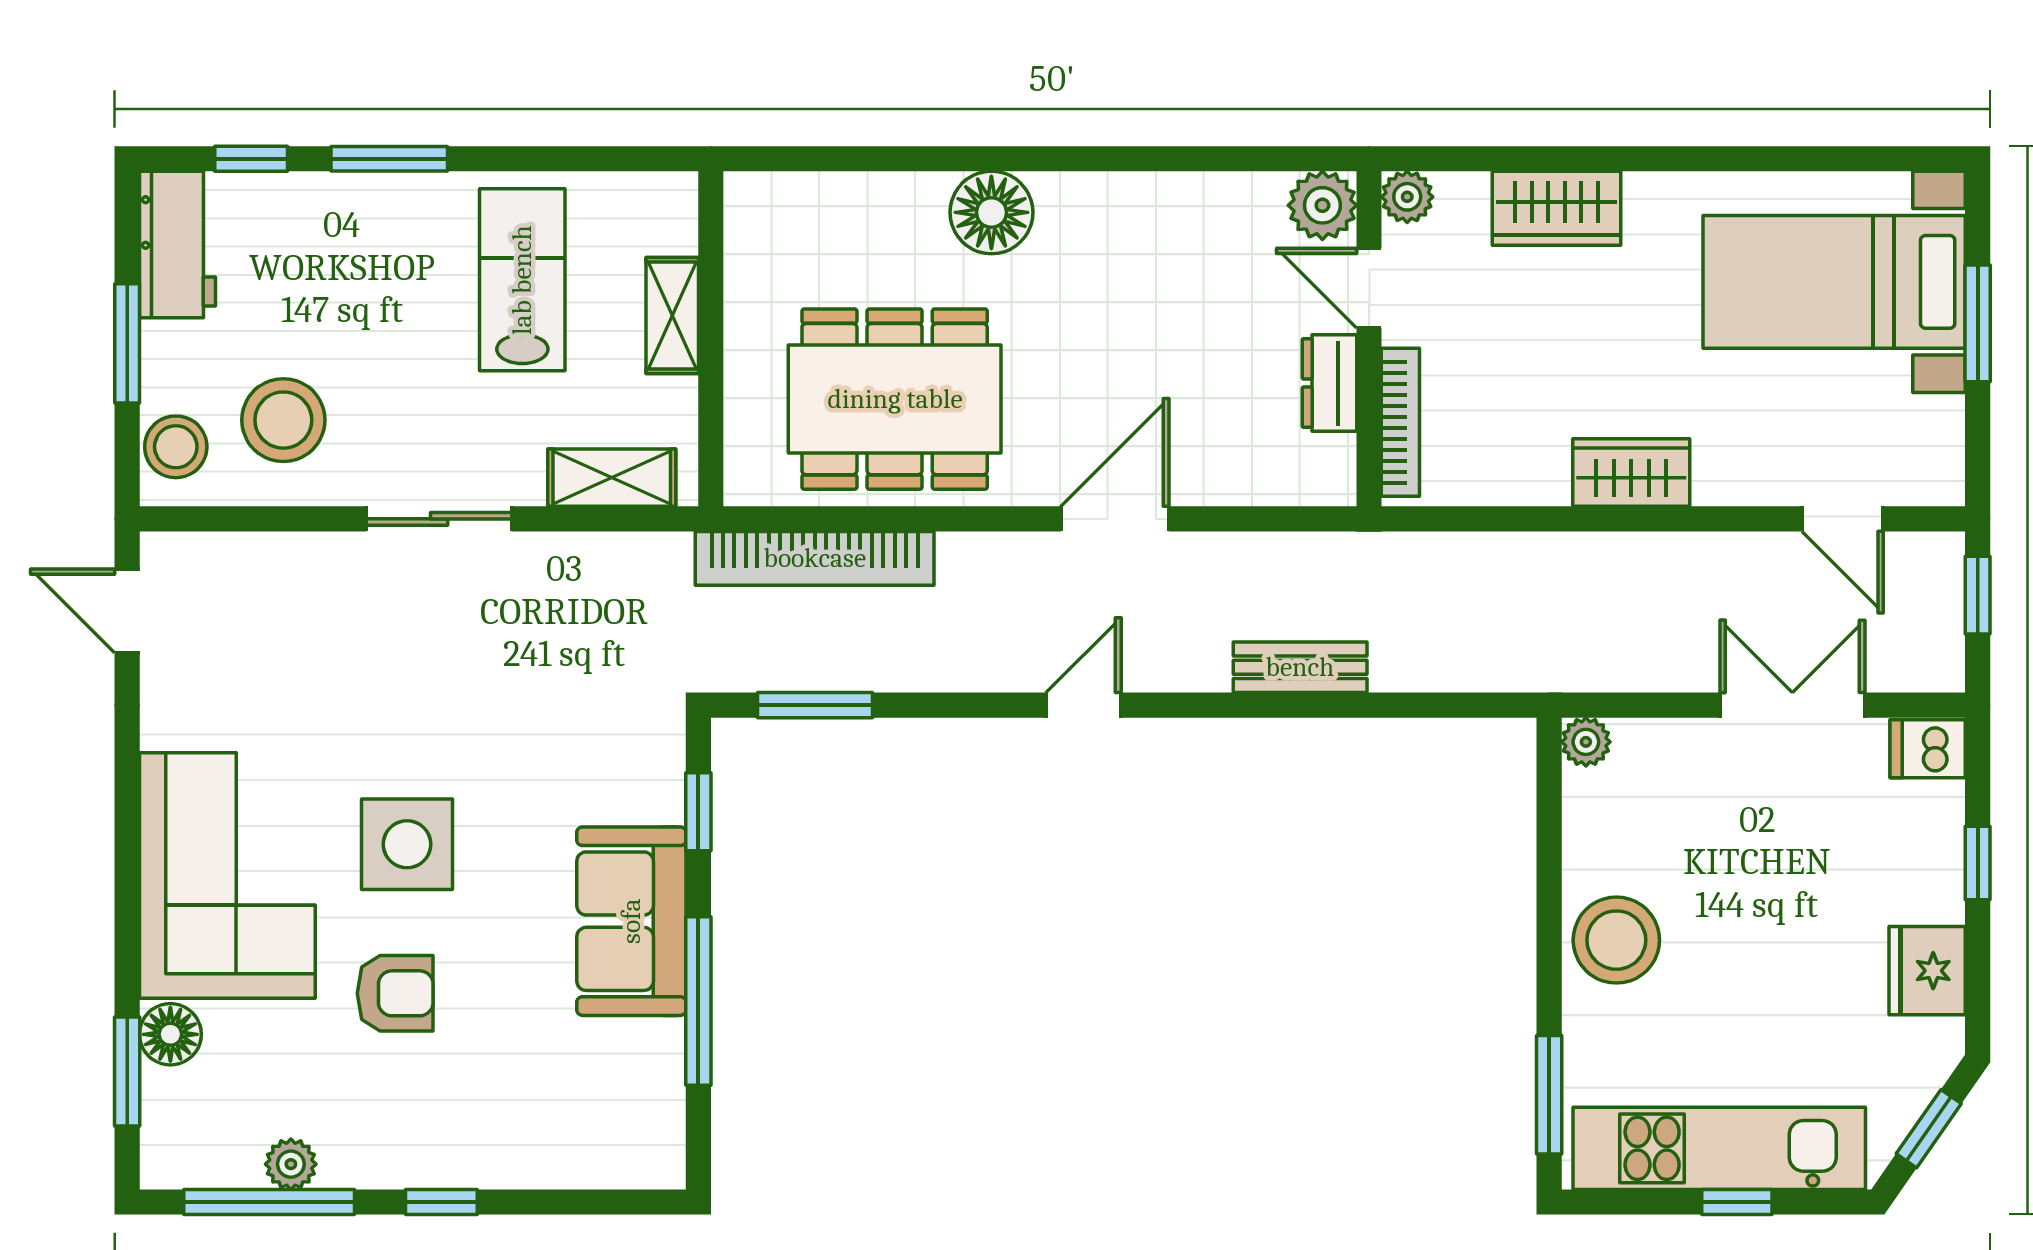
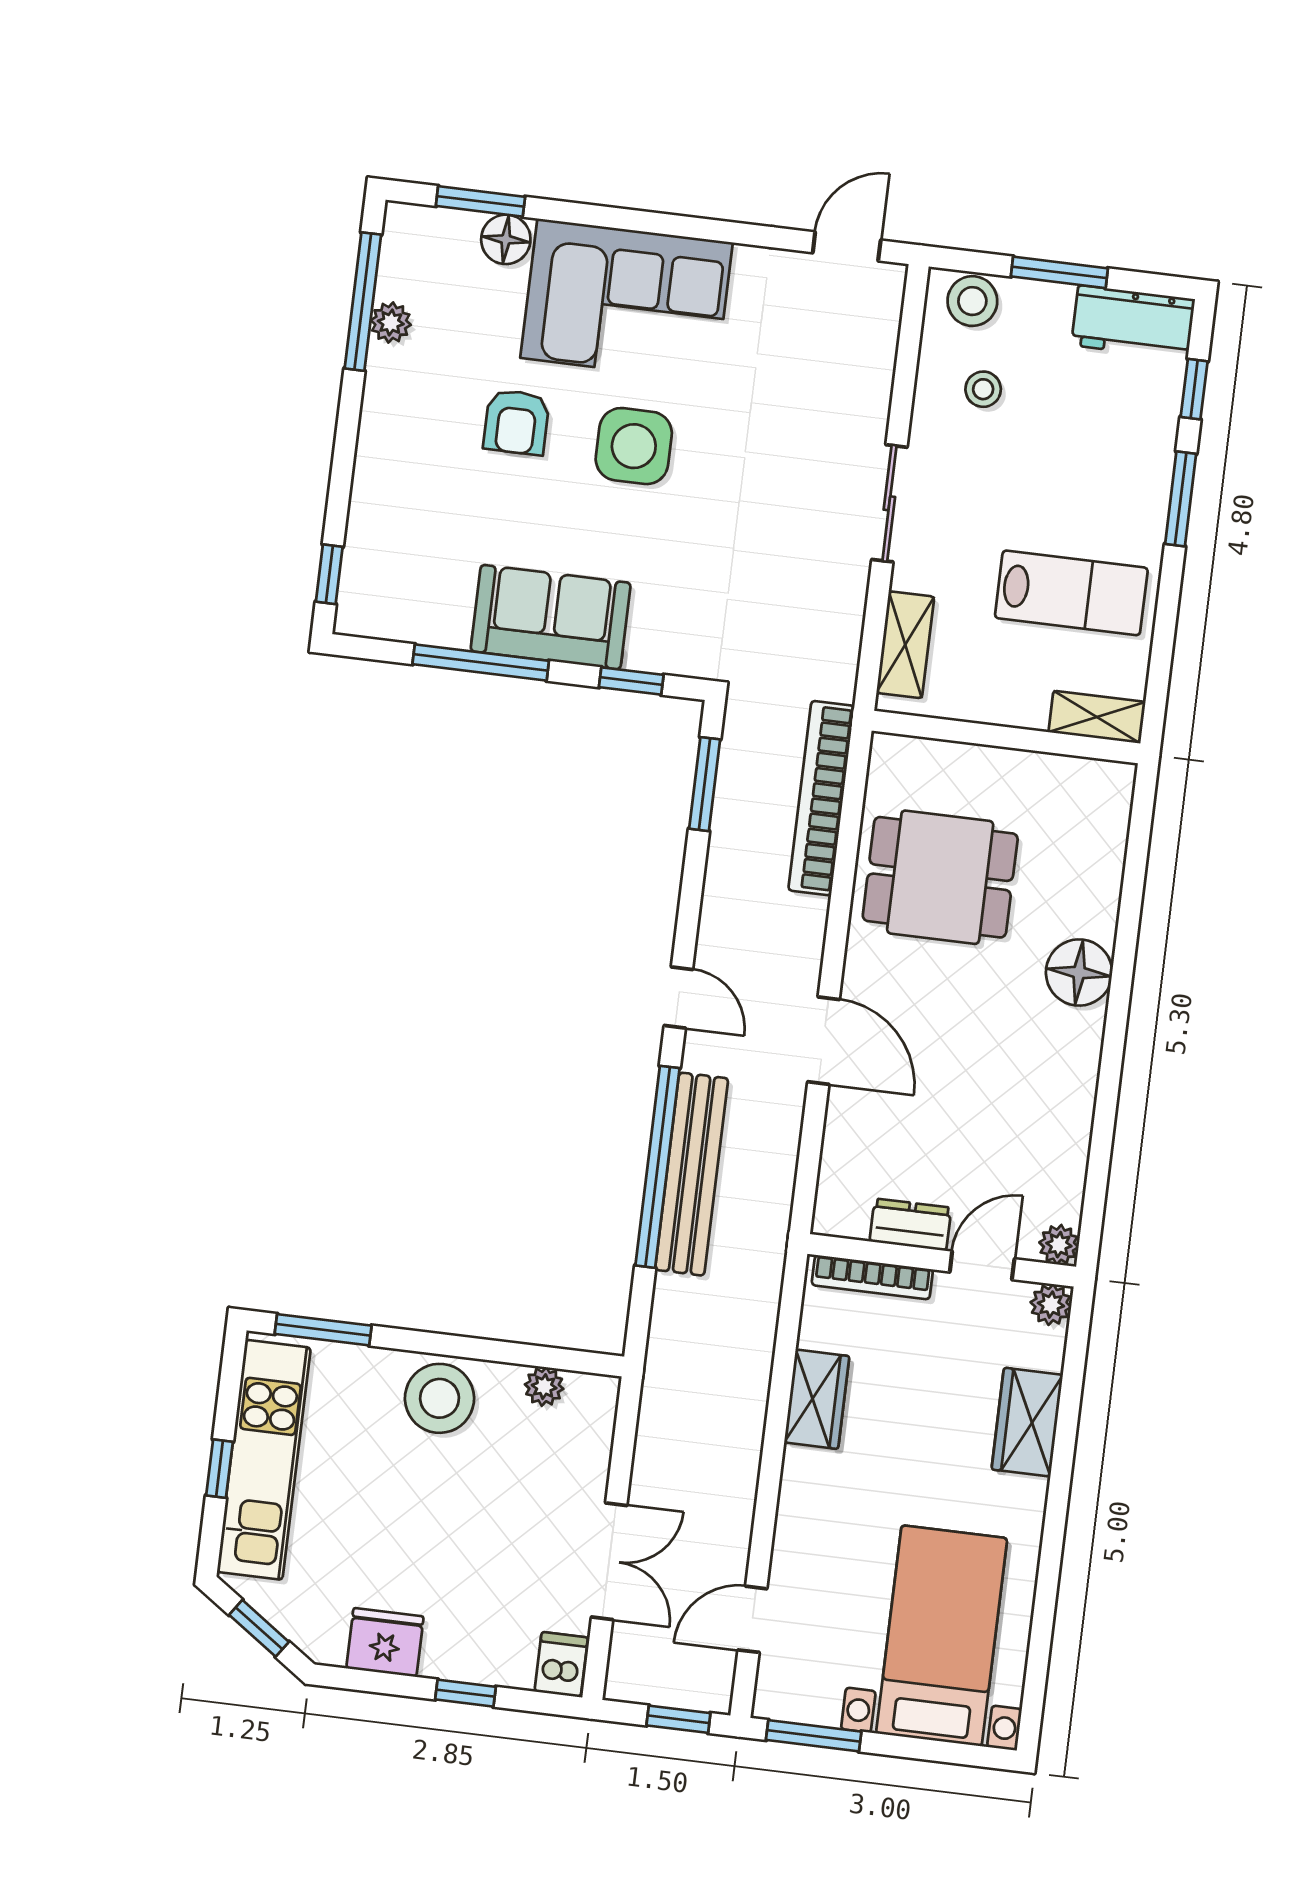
plant: (1322, 205) -> (1059, 1245), width x0.73, depth x0.73
shelving: (672, 315) -> (1097, 717), moved
window: (1978, 323) -> (814, 1736), moved
dining table: (895, 399) -> (940, 877), width x0.73
stool: (283, 420) -> (983, 389), width x0.53, depth x0.53
wardrobe: (1631, 473) -> (817, 1399), moved
bench: (1300, 667) -> (692, 1174), width x1.86, depth x1.21
window: (1296, 705) -> (658, 1167), added
plant: (1586, 742) -> (544, 1387), moved
window: (441, 1202) -> (329, 574), moved

